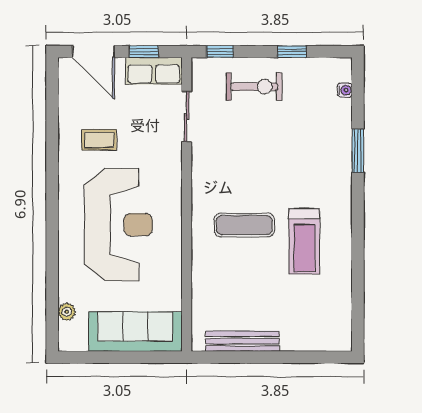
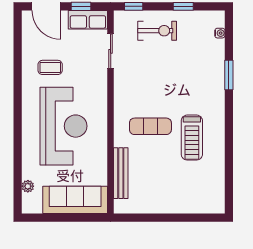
bench: (242, 341) -> (121, 173), moved, turned 90

